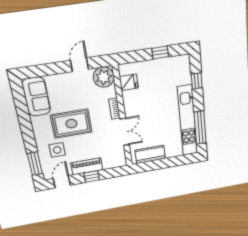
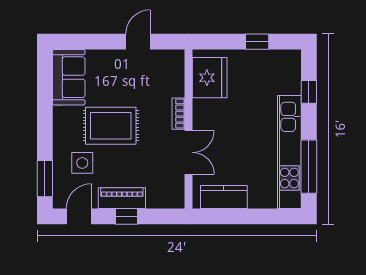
plant: (104, 77) -> (170, 64), removed
fridge: (129, 82) -> (210, 78), width x1.88, depth x1.34

